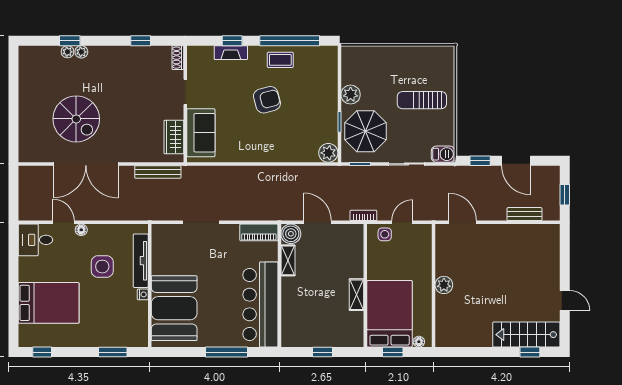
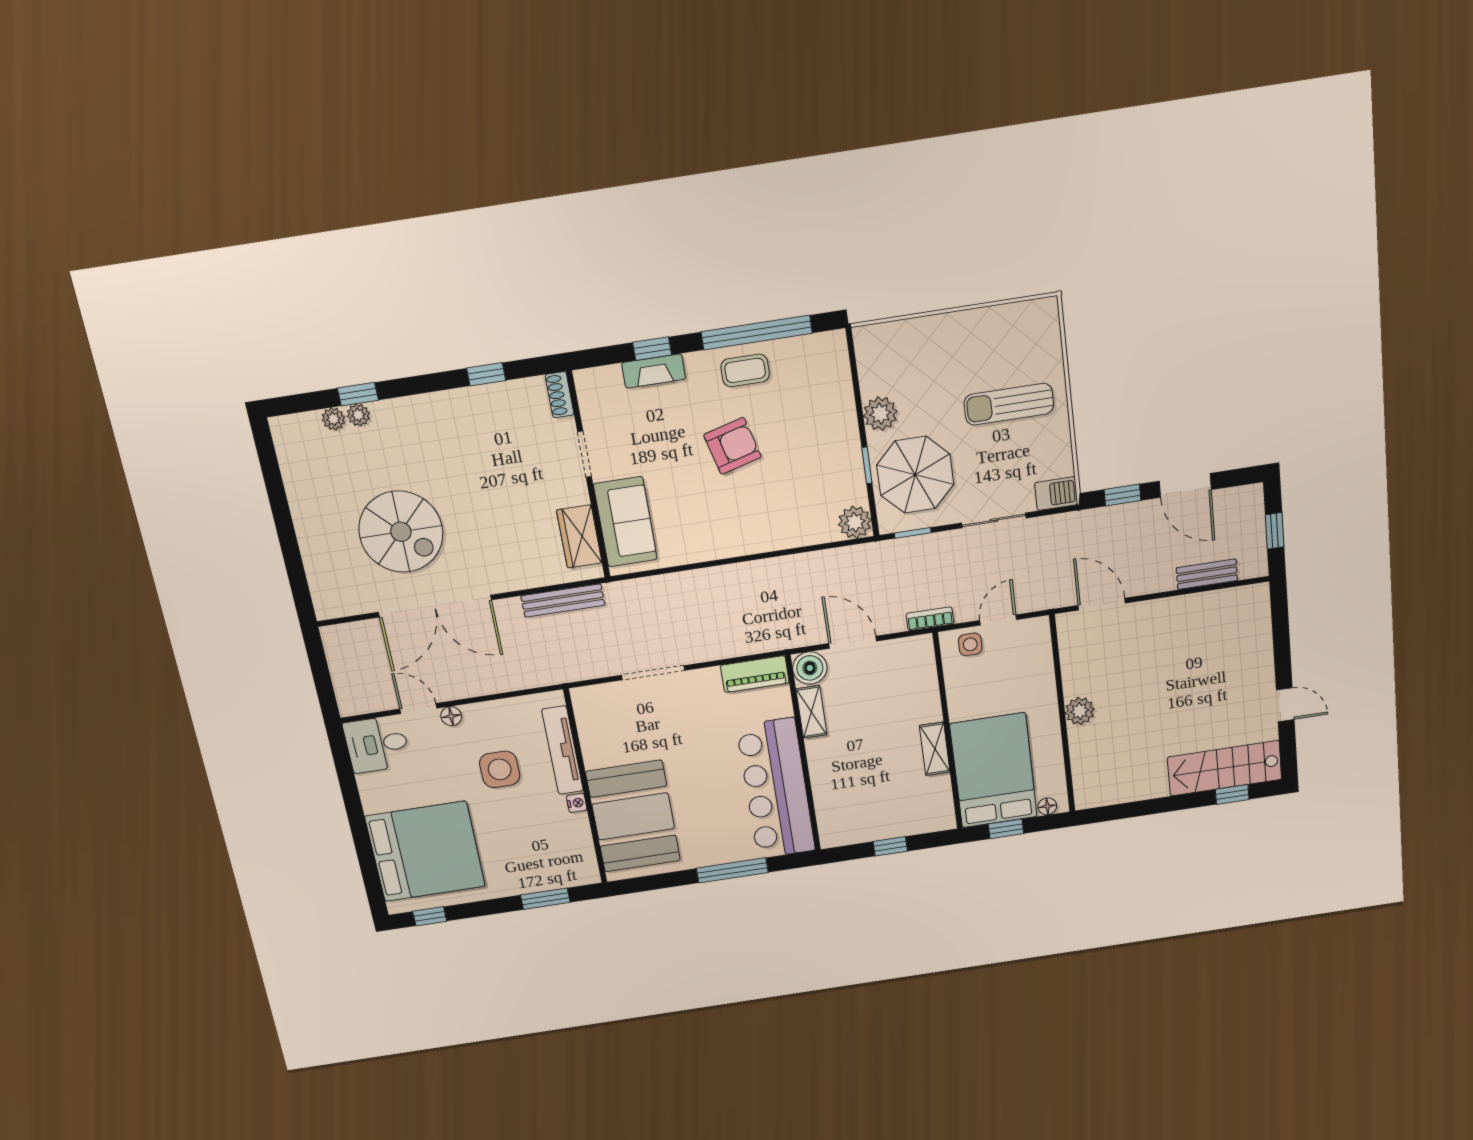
plant: (81, 52) -> (333, 419), moved
bed: (49, 303) -> (425, 851), width x1.36

